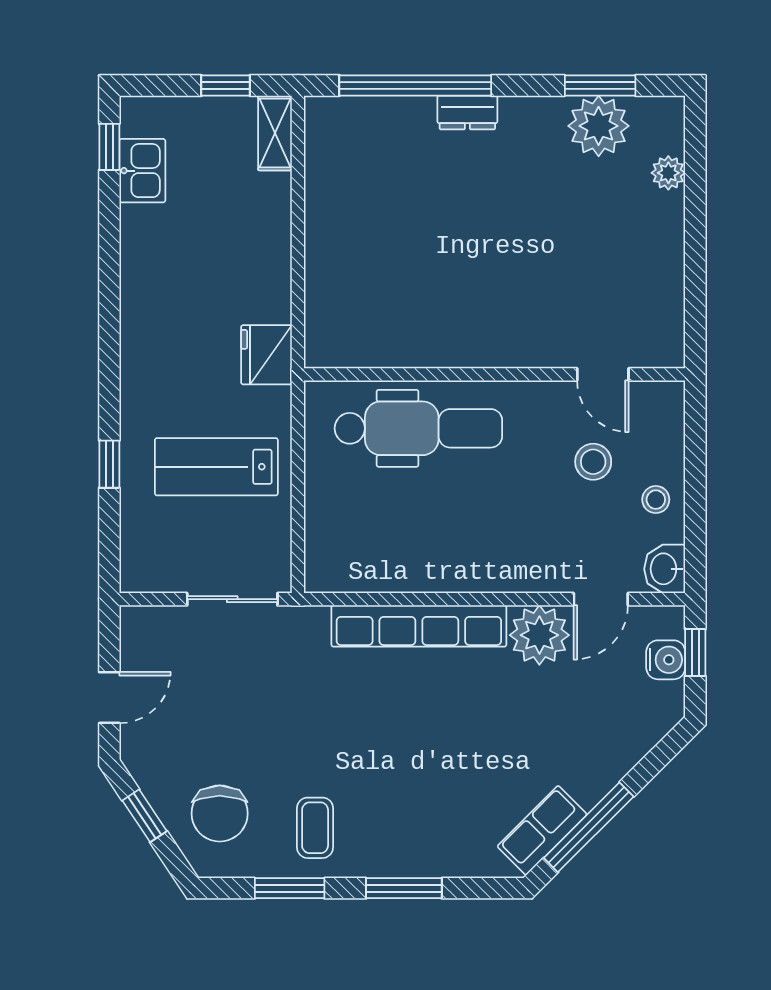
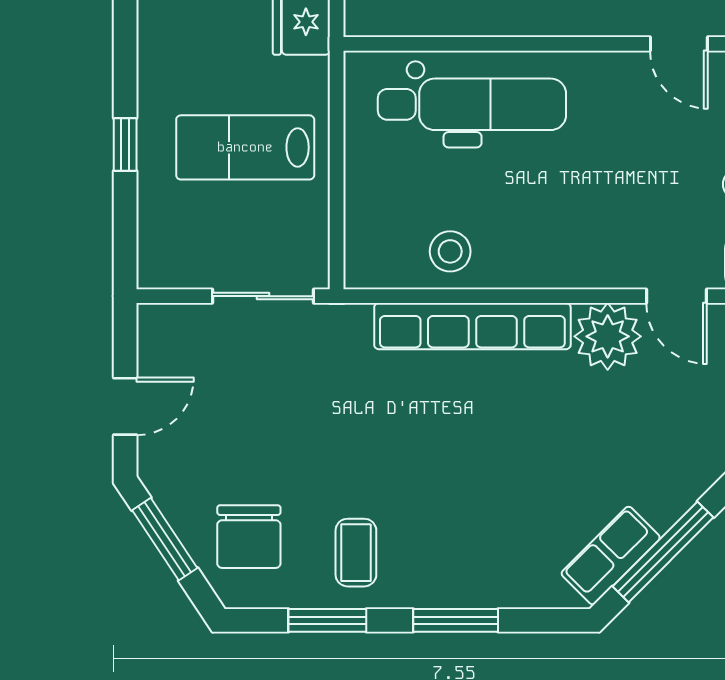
stool: (593, 462) -> (450, 251), moved
door: (601, 599) -> (676, 296), hinge flipped
window: (145, 816) -> (165, 539), width x1.50

